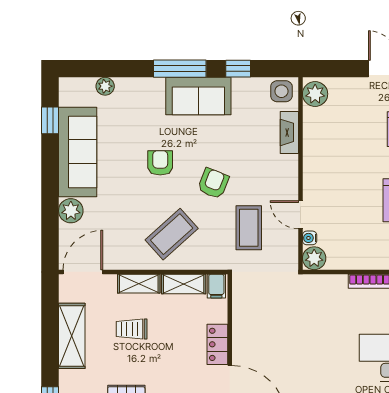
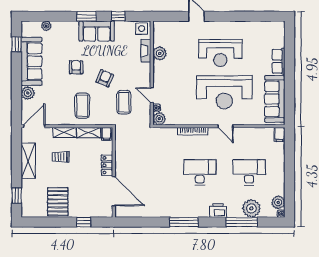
window: (180, 69) -> (87, 16), width x0.69
plant: (315, 94) -> (160, 53), moved
coffee table: (172, 234) -> (82, 106), turned -48

